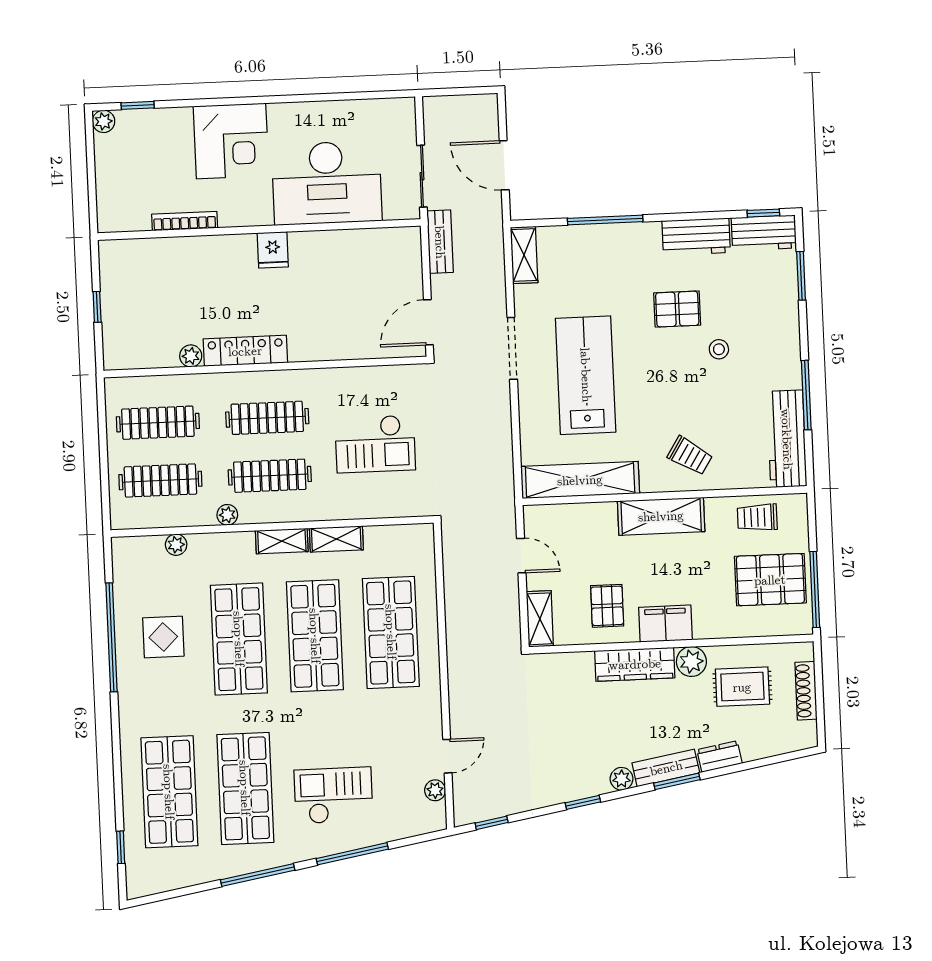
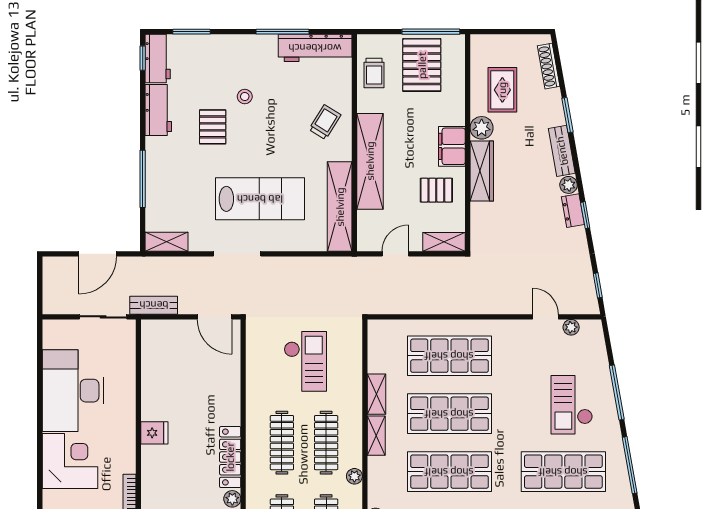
desk: (327, 183) -> (73, 391), moved, turned 180
lab bench: (586, 375) -> (260, 199), turned 180
shelving: (661, 516) -> (370, 161), width x1.47
shoe rack: (806, 691) -> (549, 66), moved, turned 80
dresser: (720, 757) -> (573, 211), moved
window: (677, 781) -> (567, 115), moved

